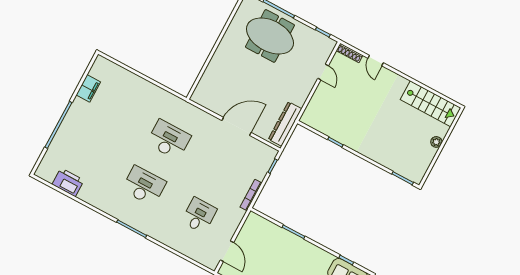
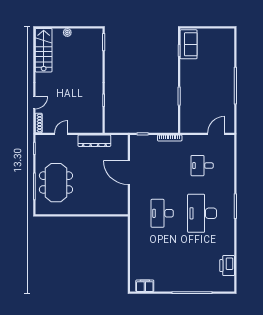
filing cabinet: (88, 88) -> (145, 286), moved
dresser: (285, 124) -> (94, 141), moved
desk: (144, 186) -> (202, 213), width x1.36, depth x1.30

